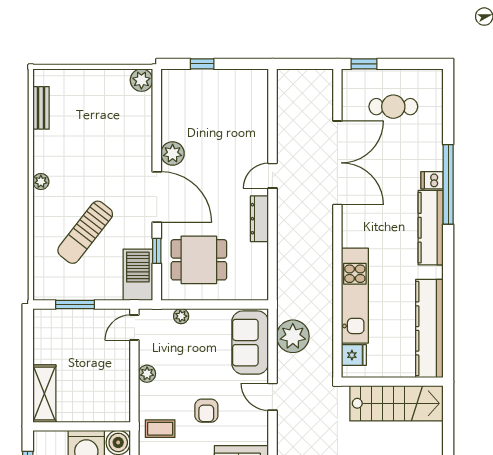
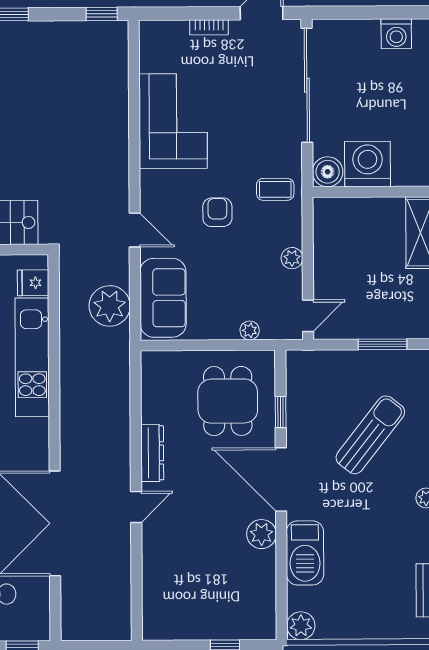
dining table: (199, 260) -> (228, 401), turned 90
barbecue: (138, 275) -> (305, 553), moved

